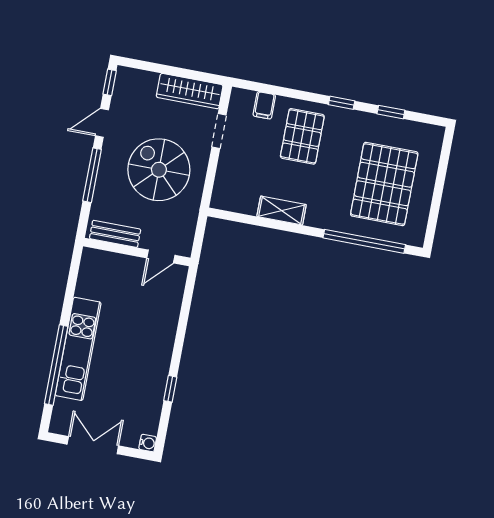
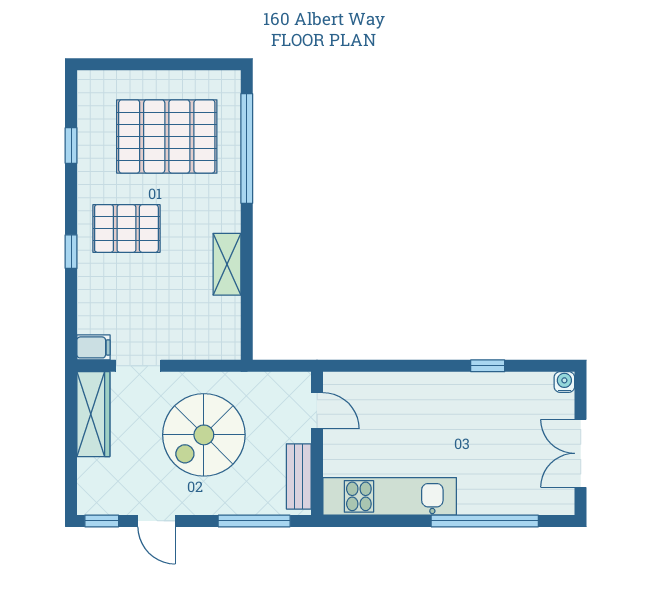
window: (342, 103) -> (71, 252), moved
filing cabinet: (264, 105) -> (94, 347), moved
pallet: (302, 136) -> (126, 228), moved
window: (92, 175) -> (254, 521), moved
kitchen unit: (78, 349) -> (390, 496), moved

